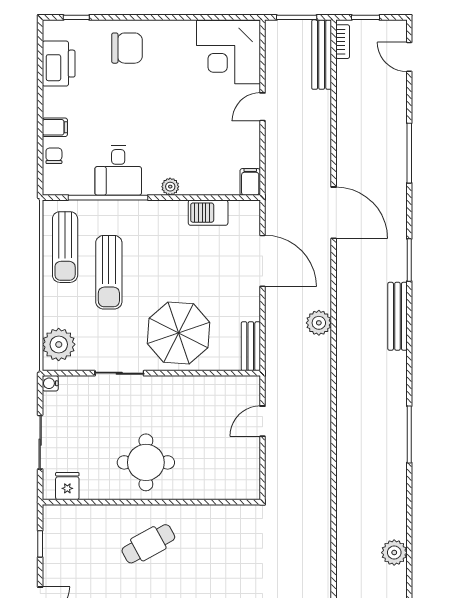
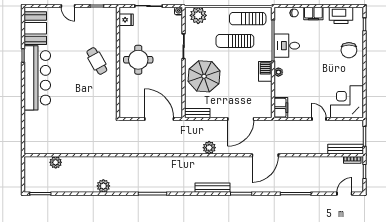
filing cabinet: (55, 127) -> (313, 13), width x2.00
filing cabinet: (250, 182) -> (281, 108), width x2.00
barbecue: (208, 213) -> (265, 71), moved
door: (262, 421) -> (159, 119), width x1.87
plant: (394, 553) -> (103, 186), moved

